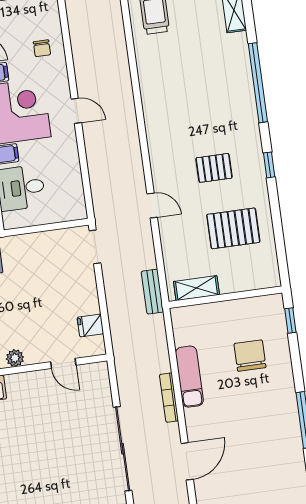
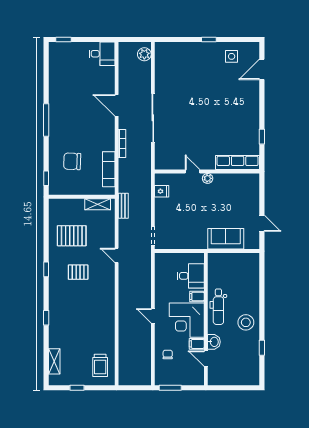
window: (258, 83) -> (46, 318), width x0.32
chair: (250, 356) -> (72, 161), turned 92
door: (63, 363) -> (193, 171), moved
exam couch: (189, 377) -> (109, 169), moved
door: (187, 461) -> (117, 105), hinge flipped

